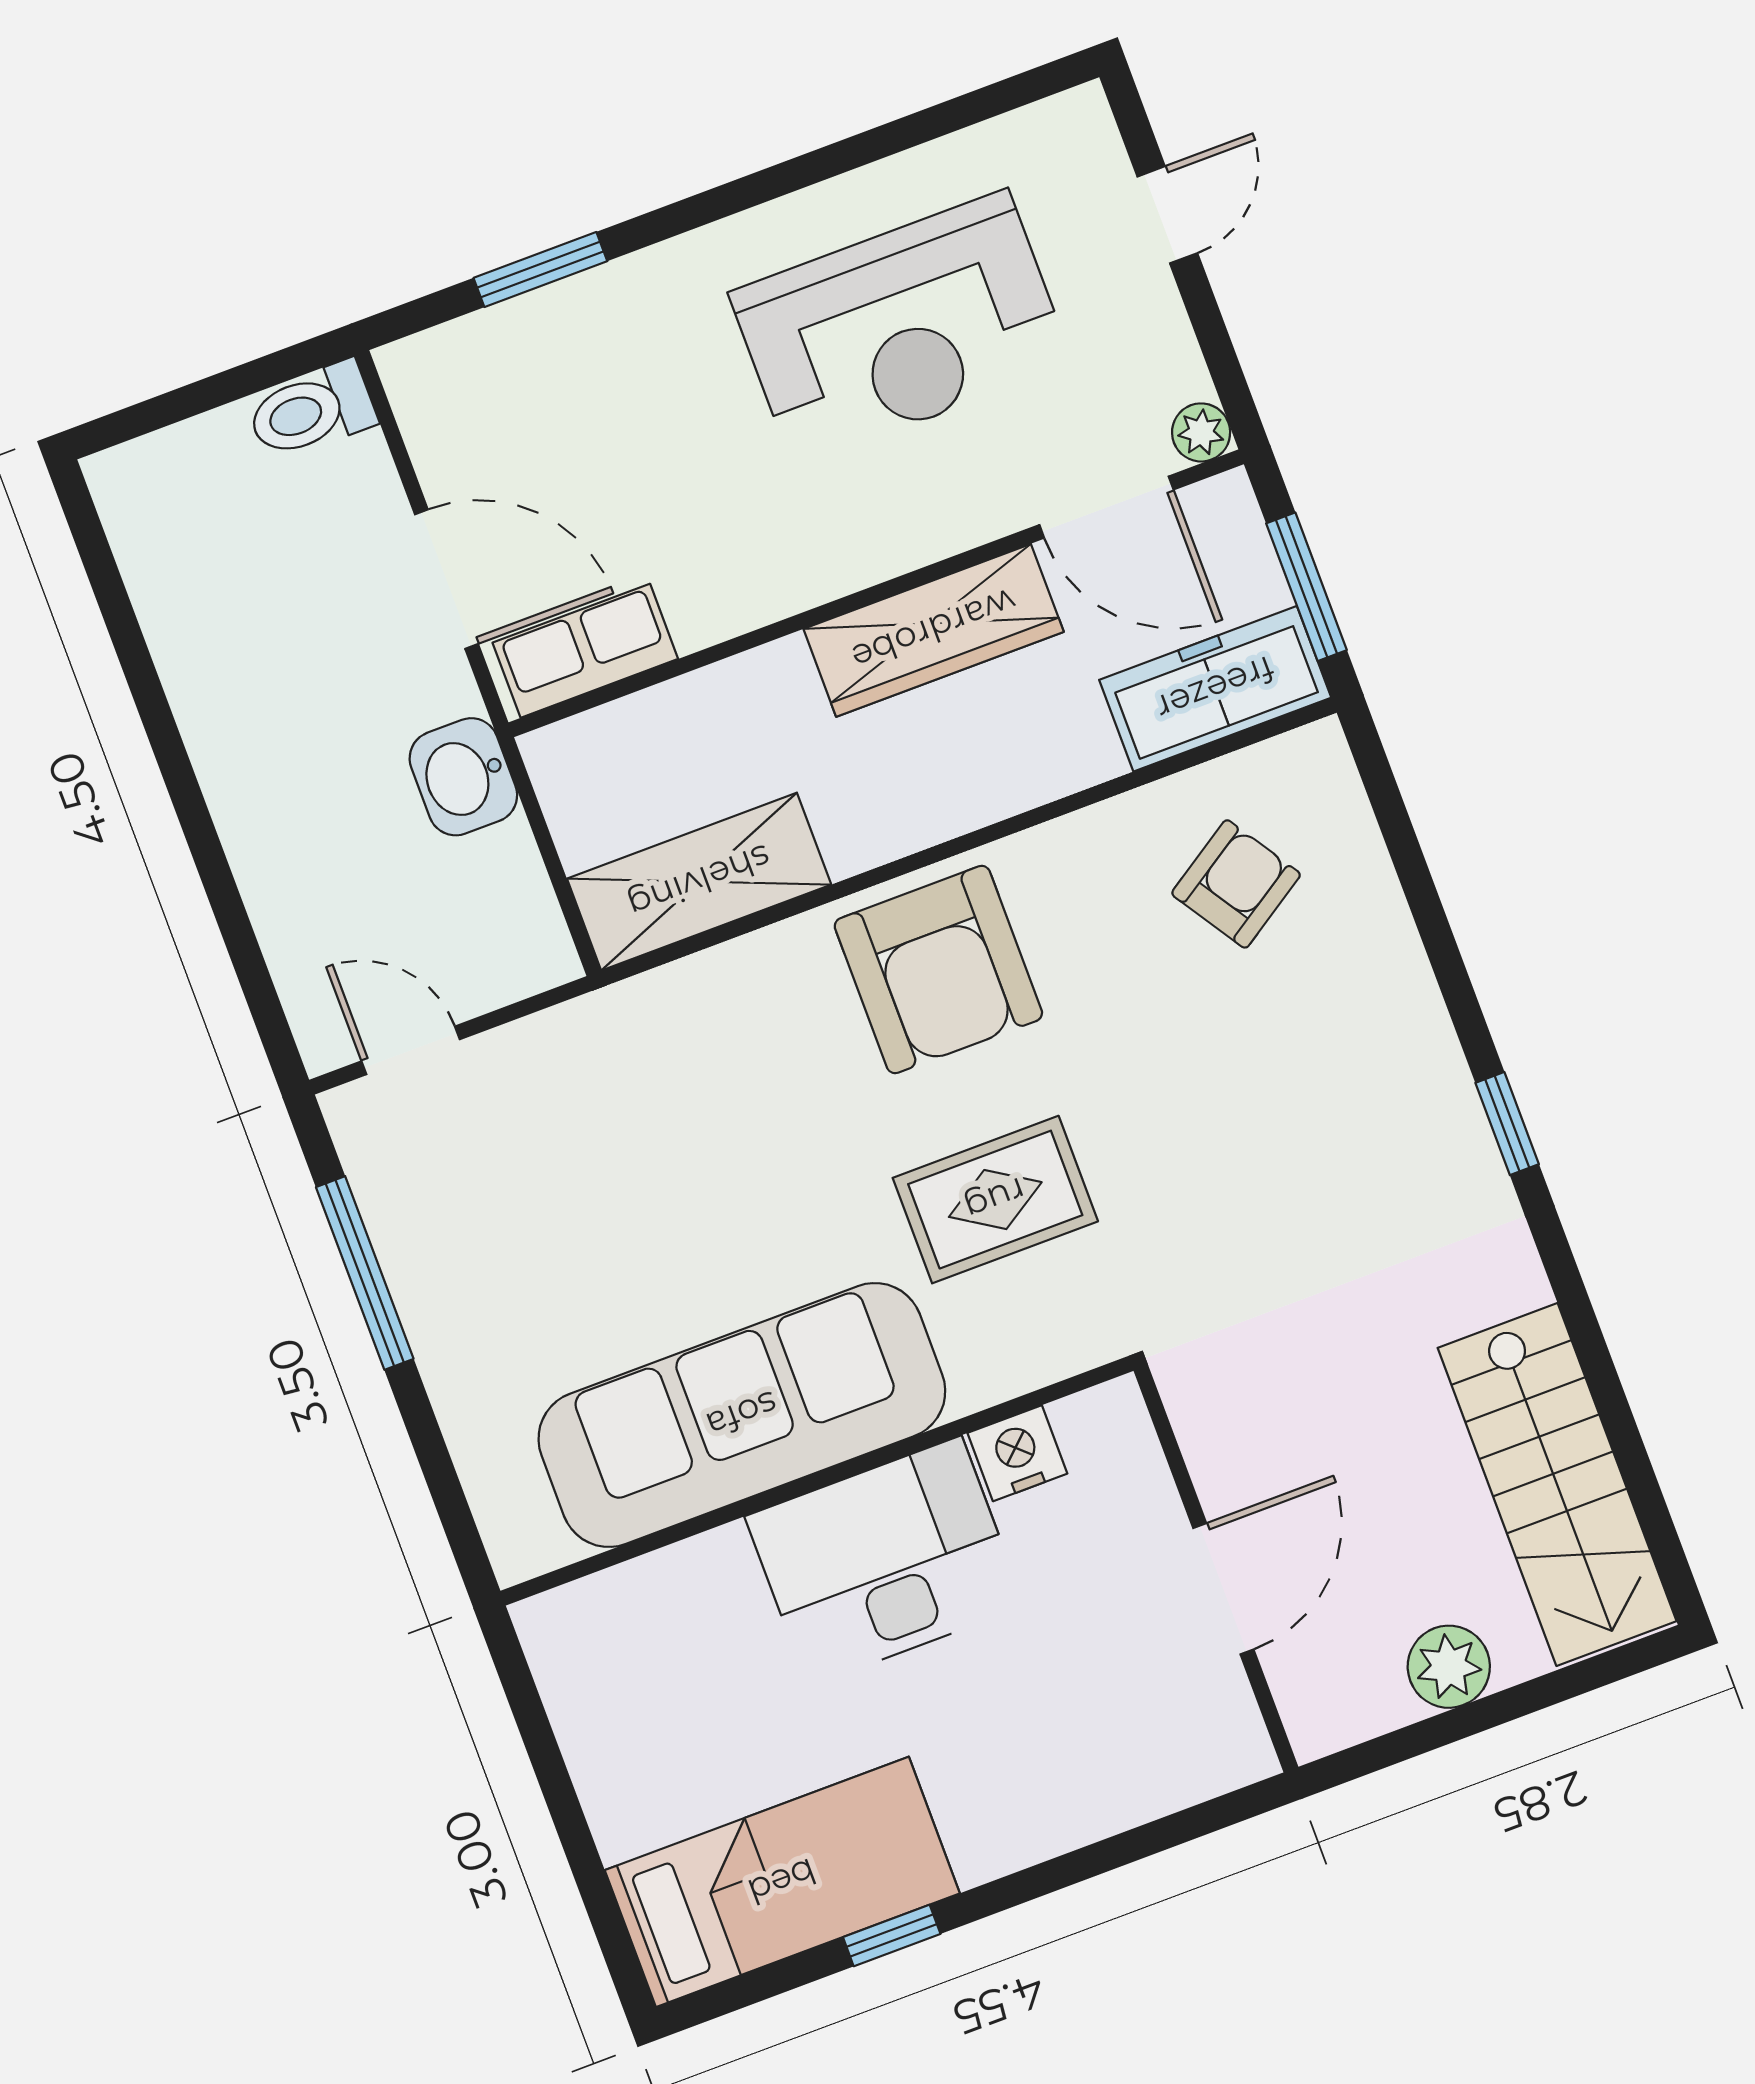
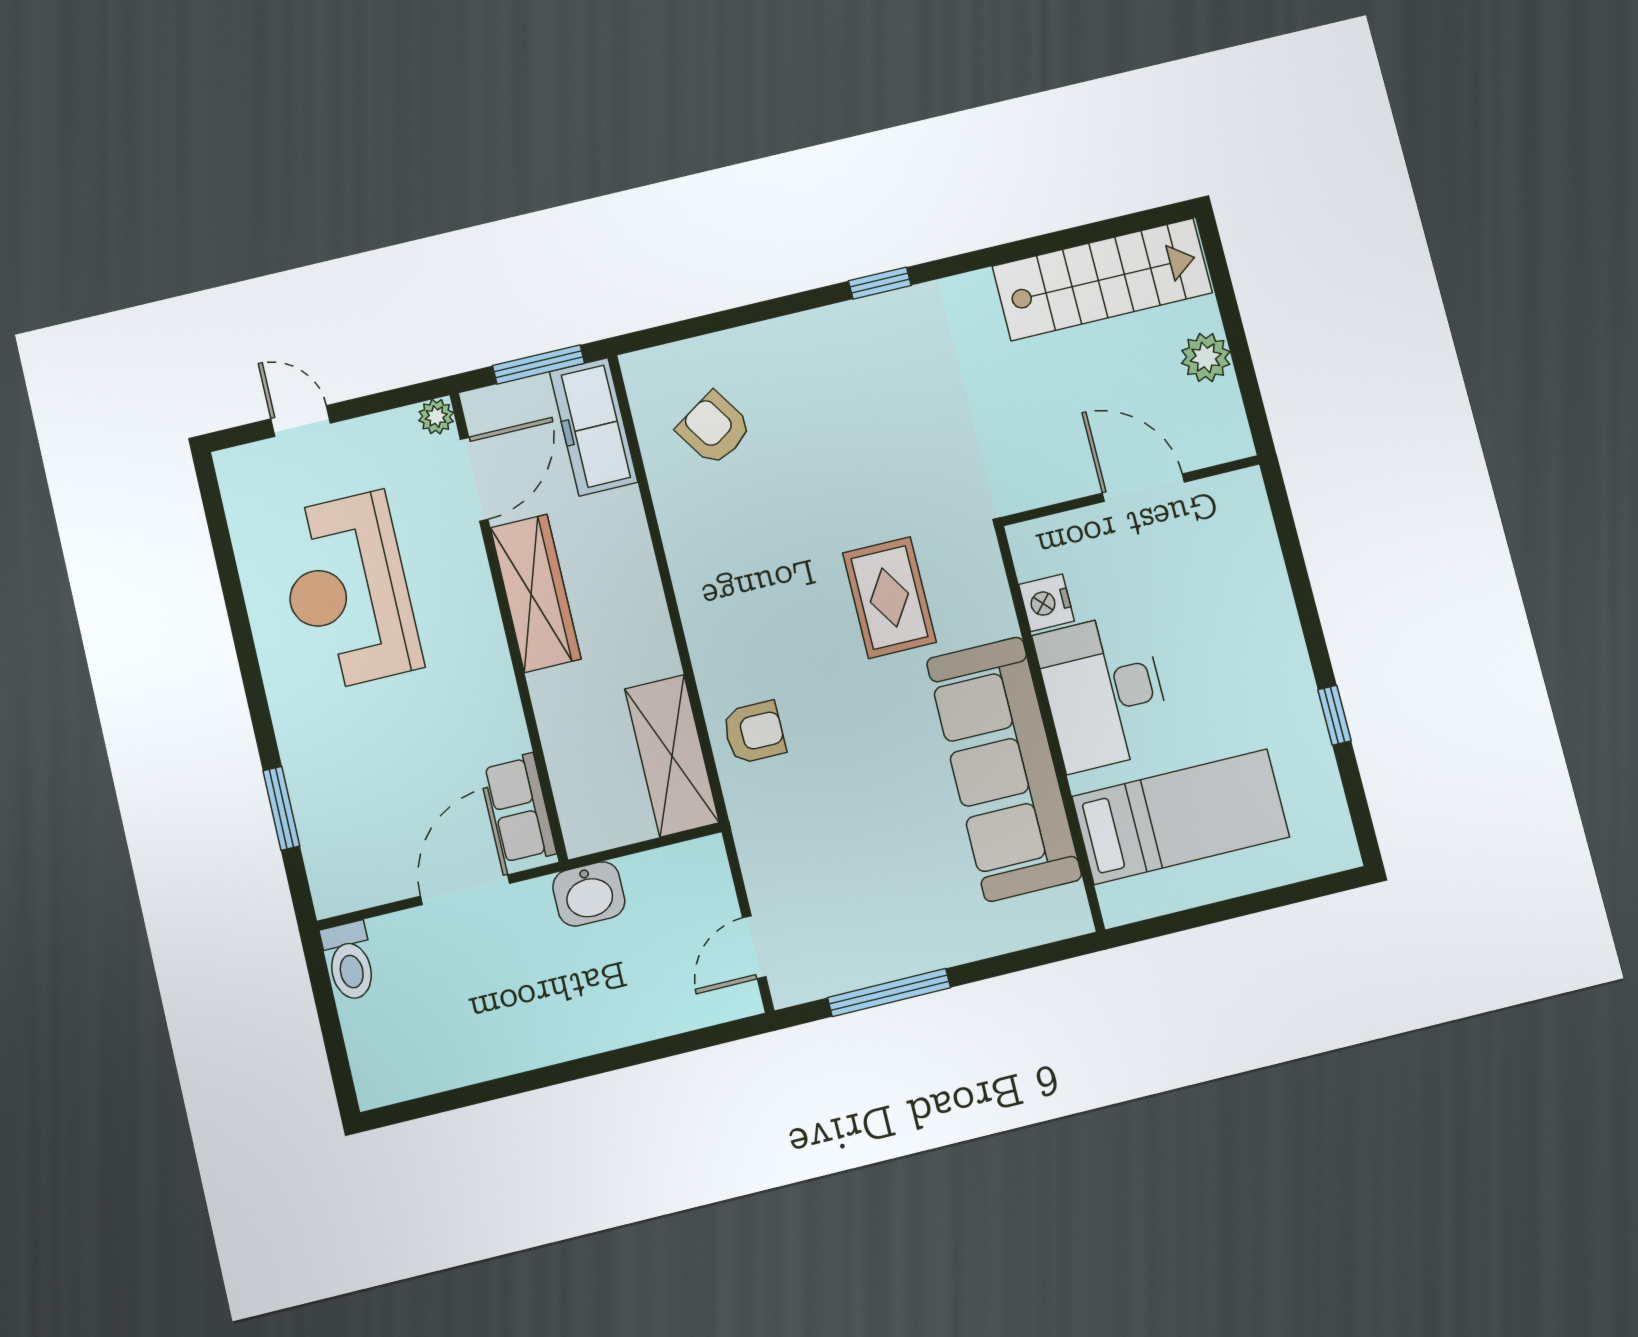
reception desk: (901, 328) -> (348, 591), turned 180
armchair: (938, 970) -> (754, 732), moved, width x0.53, depth x0.53
bed: (782, 1882) -> (1181, 817), moved, turned 90

